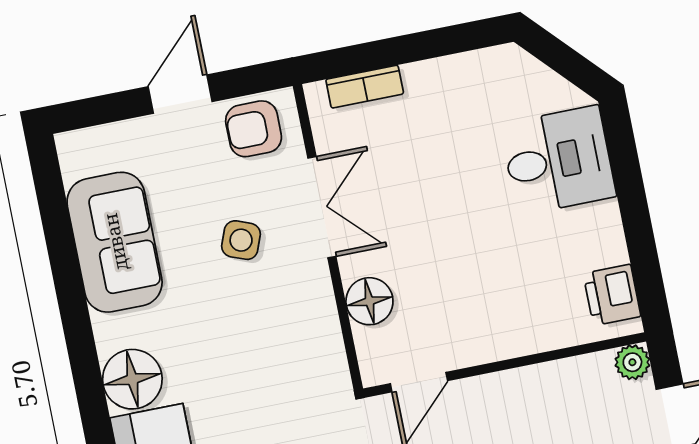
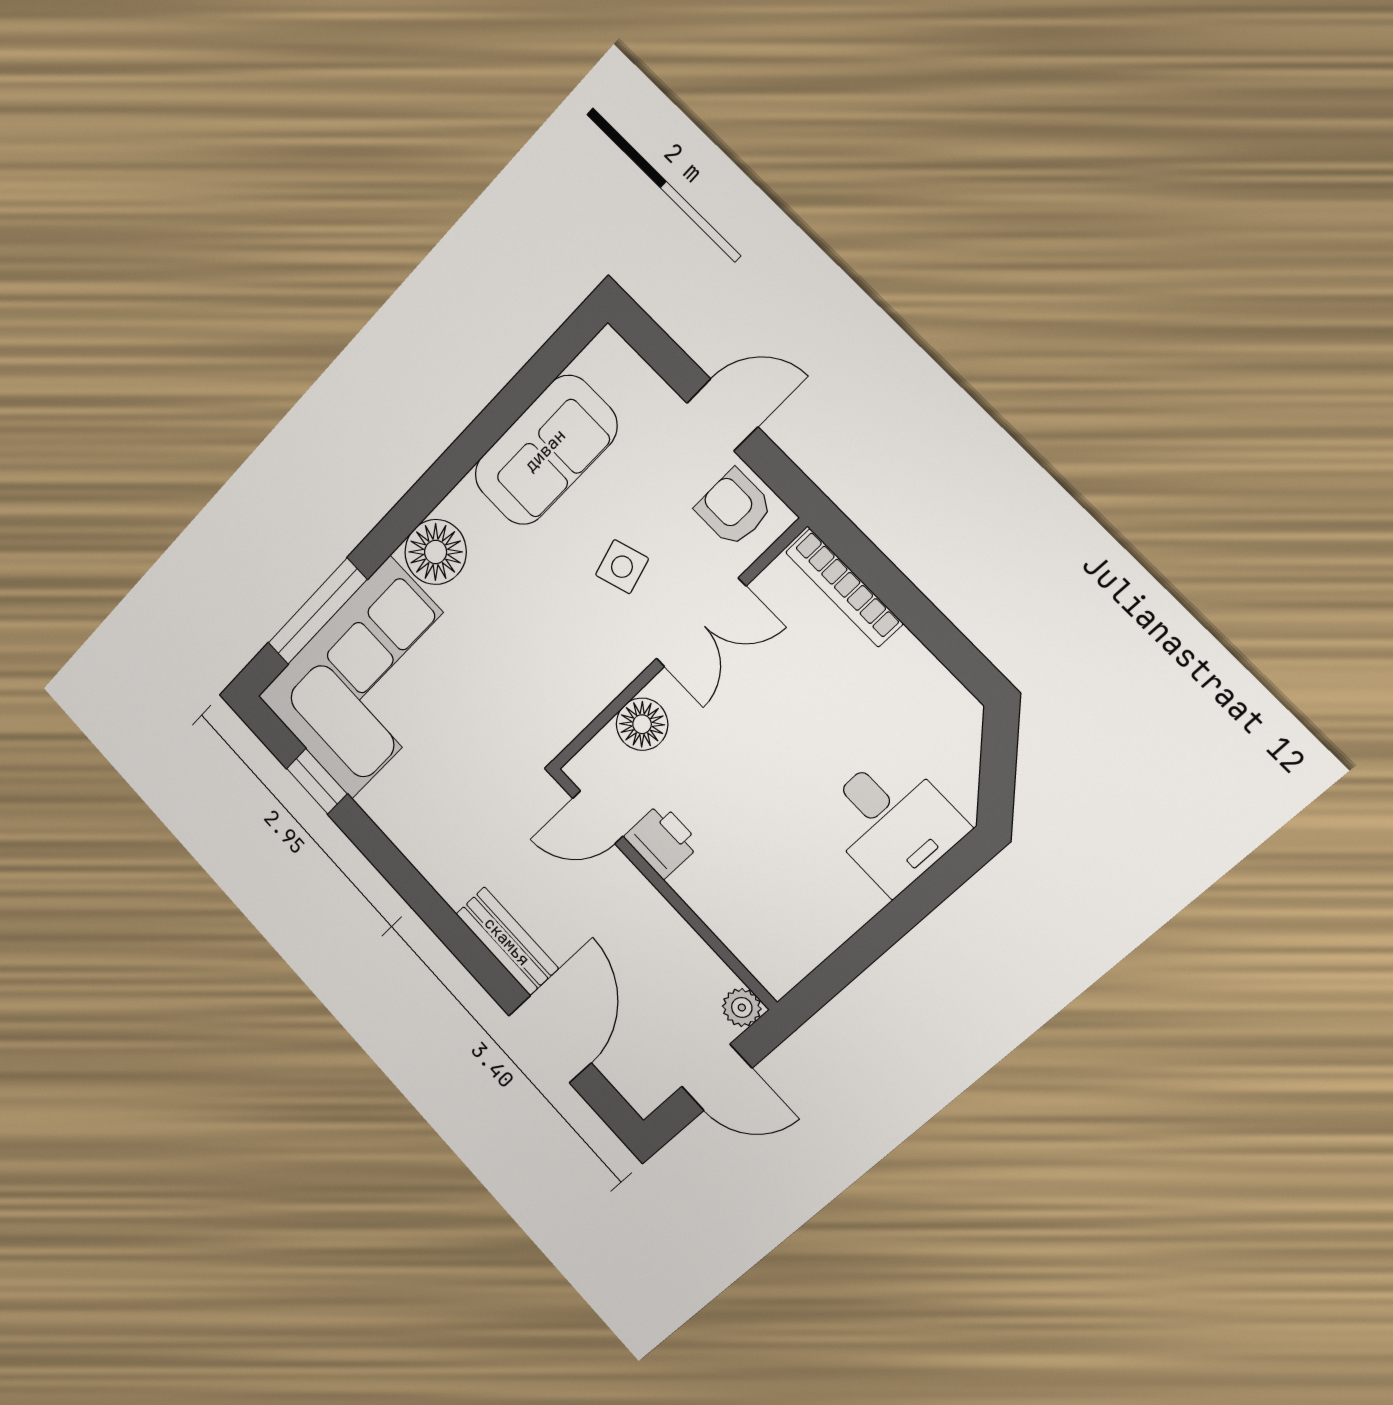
bookcase: (365, 87) -> (844, 588), width x1.56
side table: (241, 240) -> (622, 567), turned -38
printer: (612, 295) -> (662, 841), moved, turned 90

